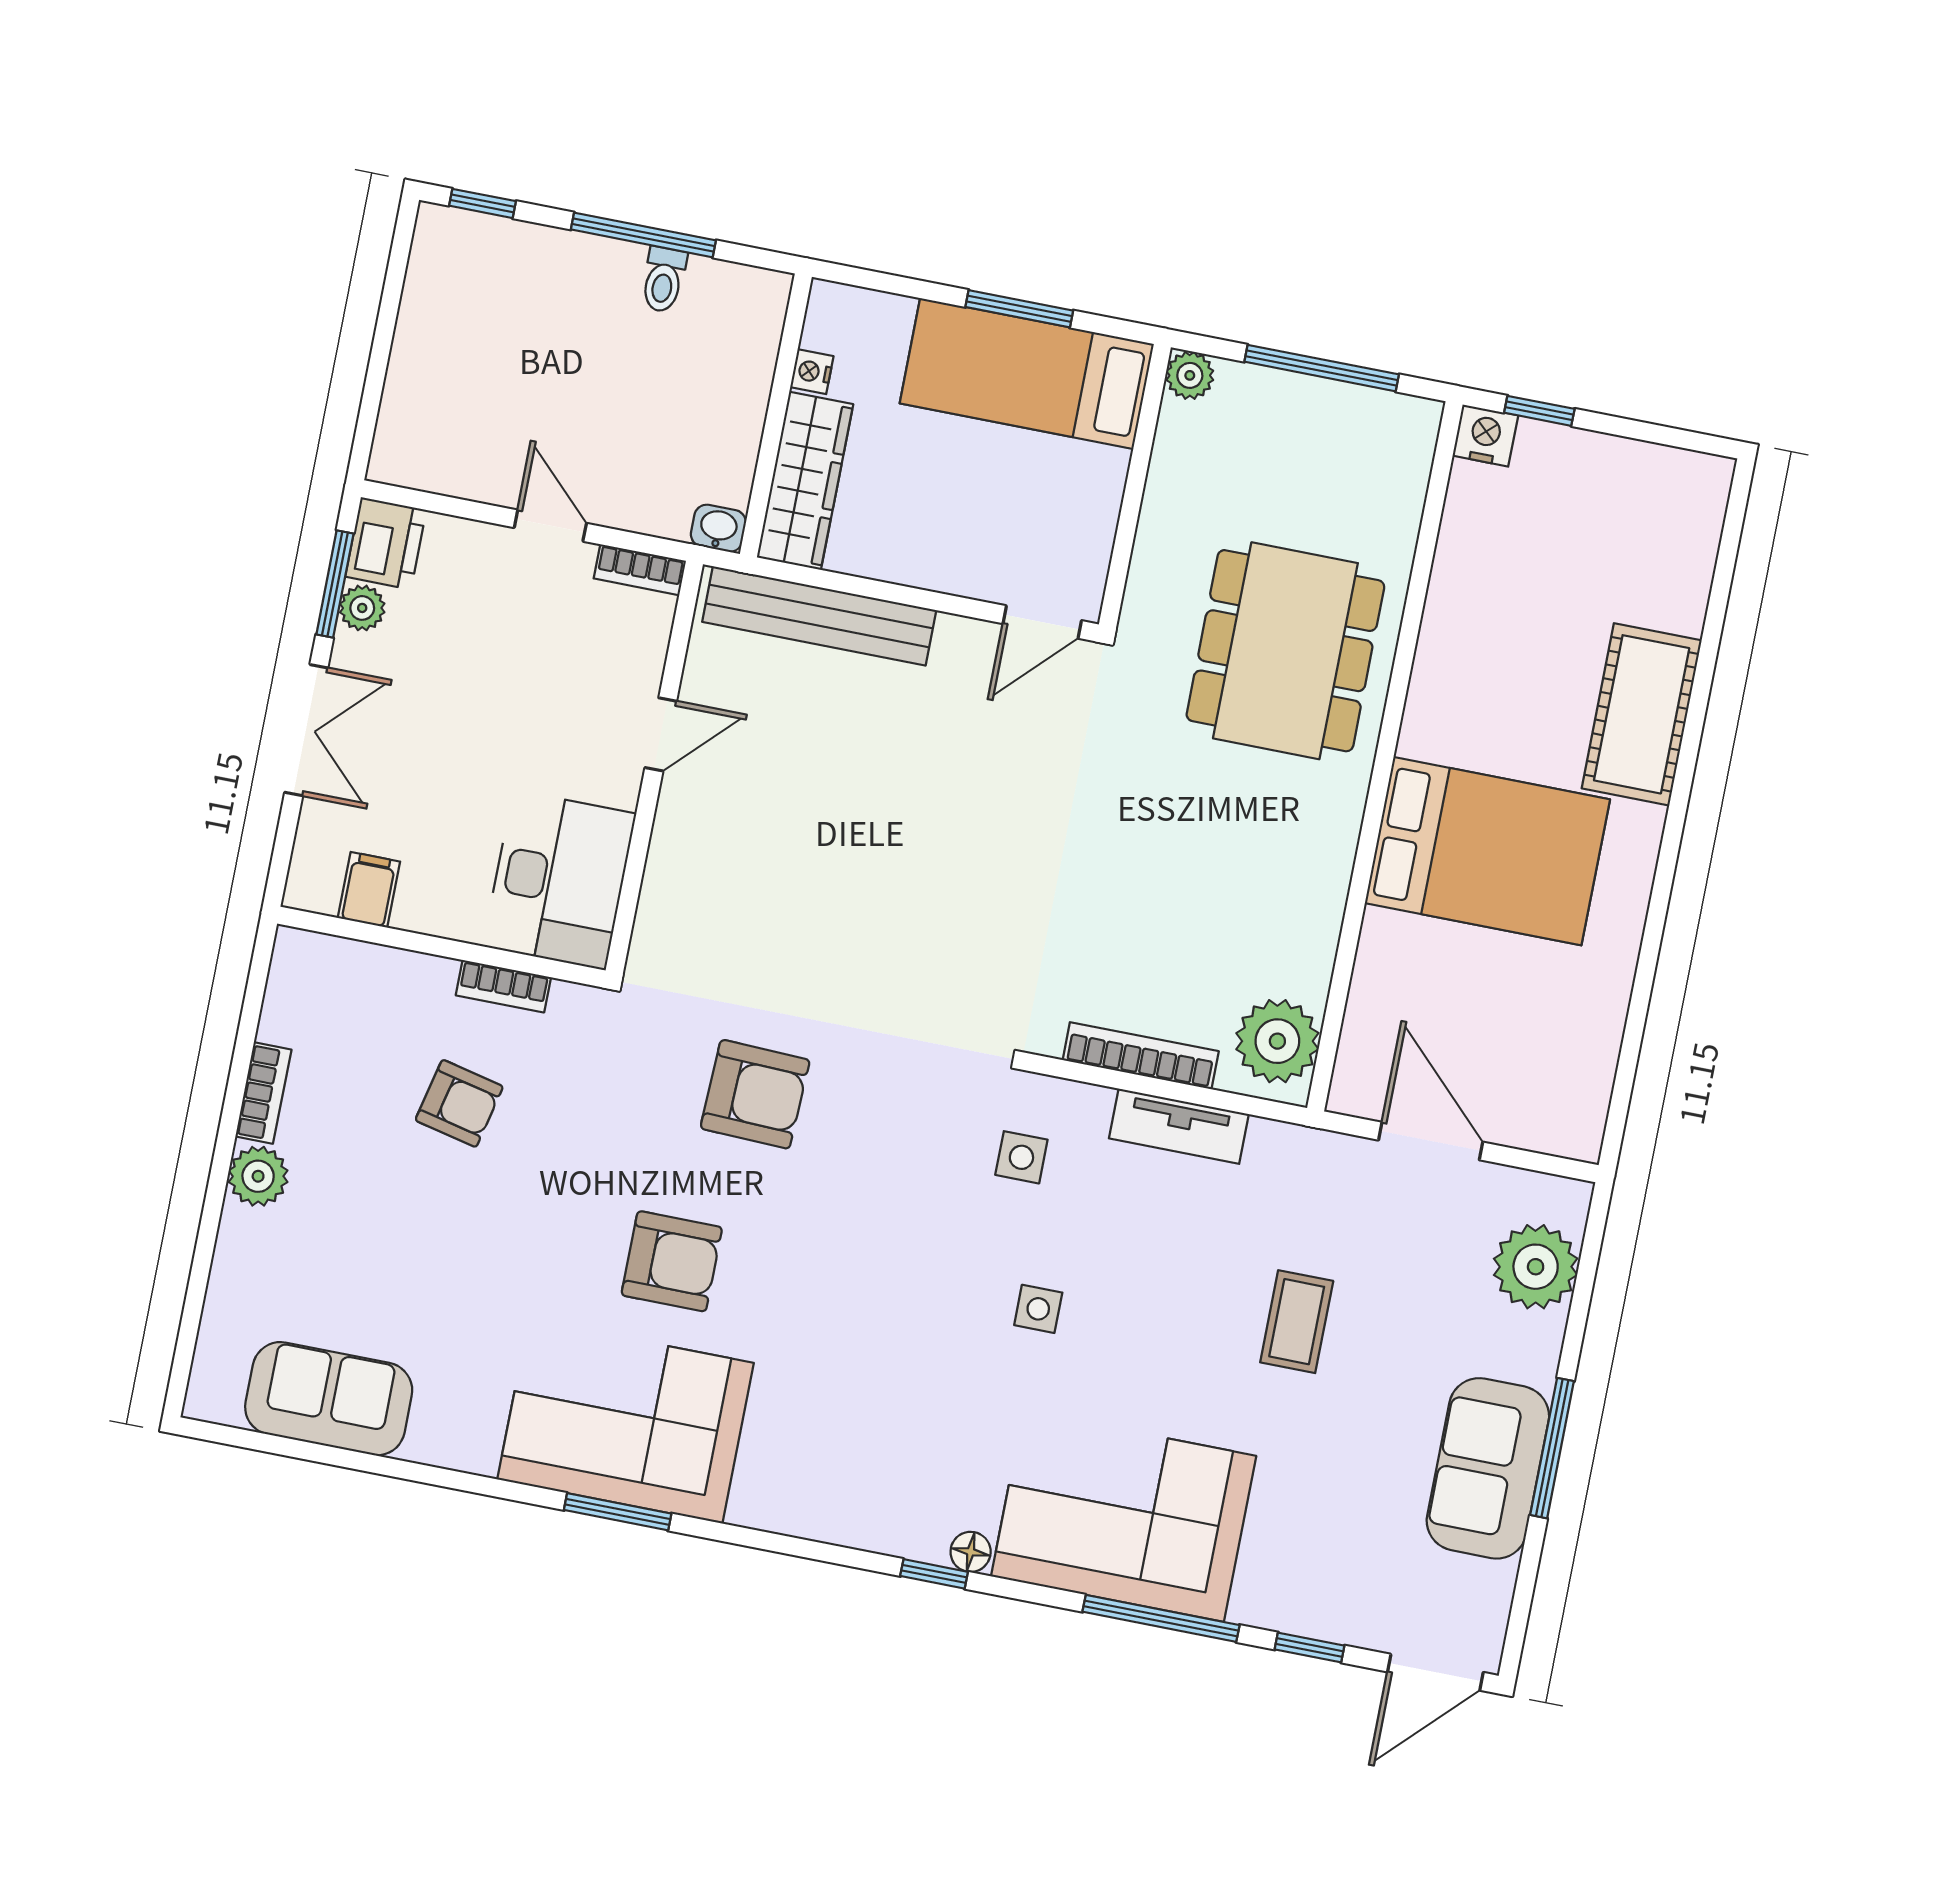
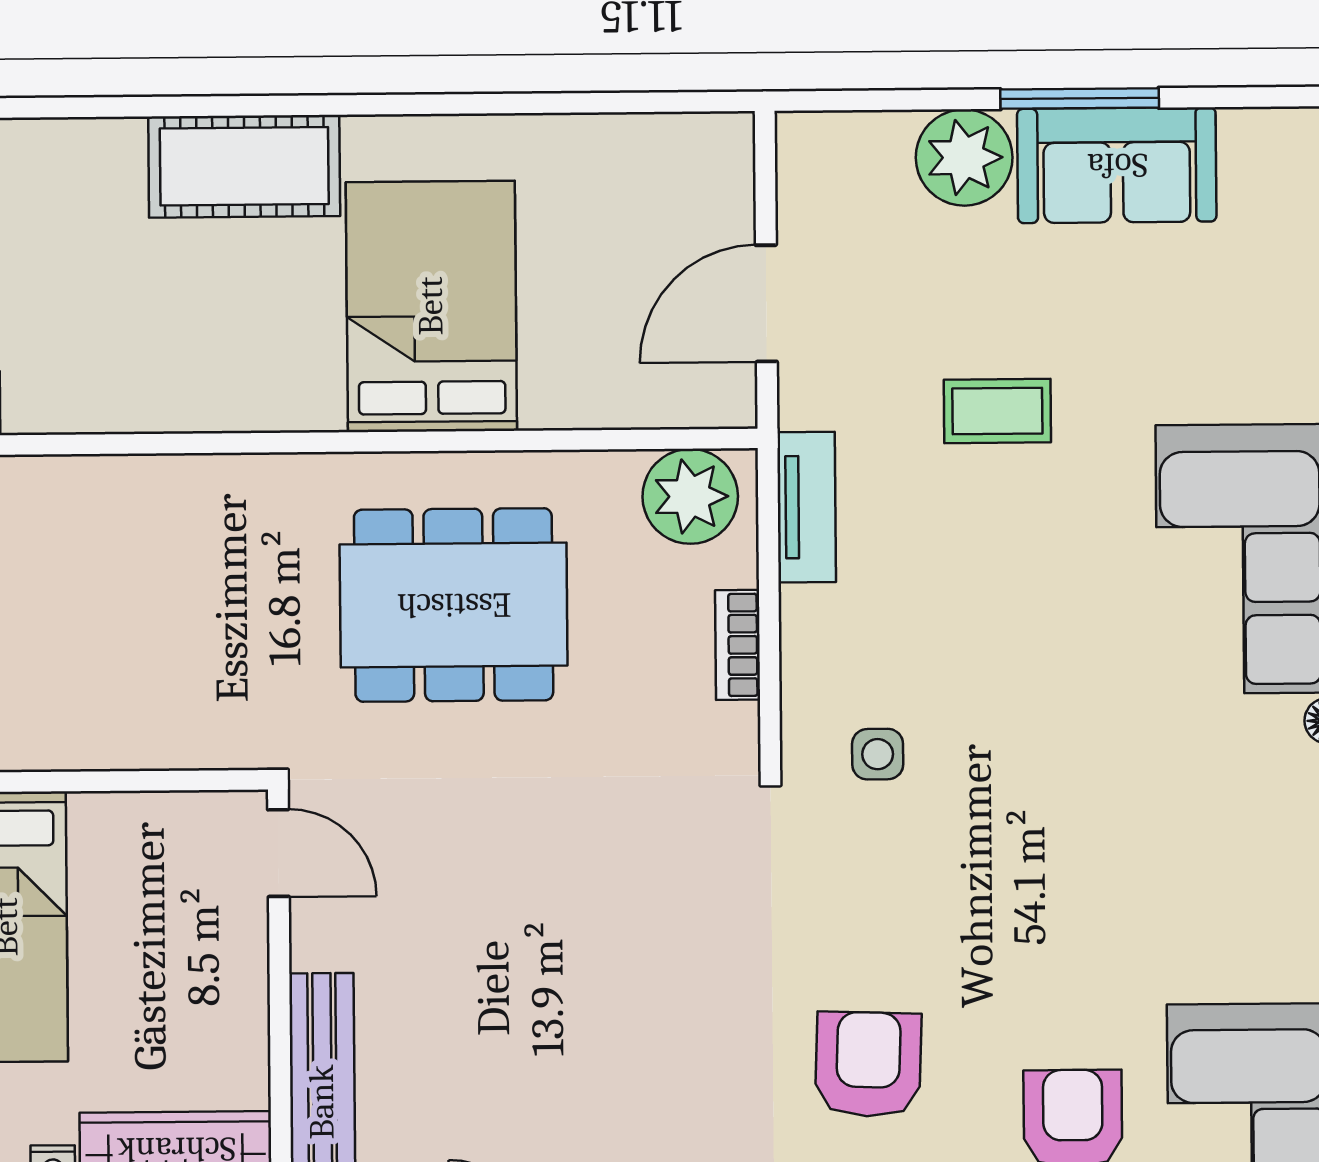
dining table: (1285, 651) -> (454, 605), moved
bookcase: (1141, 1056) -> (738, 645), width x0.64
tv unit: (1179, 1126) -> (807, 507), moved
plant: (1536, 1267) -> (964, 157), moved
side table: (1038, 1309) -> (1042, 701), removed

